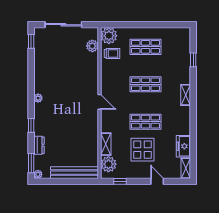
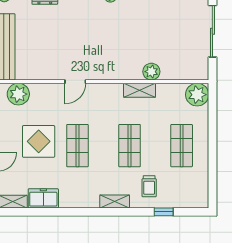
plant: (92, 46) -> (151, 72), moved
trolley: (112, 54) -> (149, 186), moved
door: (99, 102) -> (75, 82), moved
shelving: (106, 144) -> (140, 90), moved

